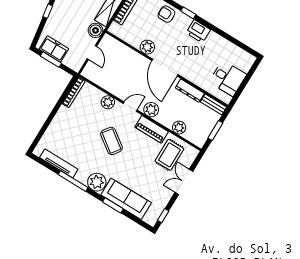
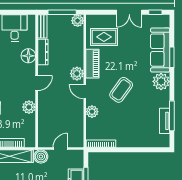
door: (165, 68) -> (37, 83), width x0.53
floor lamp: (195, 75) -> (28, 56), added
plant: (179, 128) -> (78, 21), moved
window: (215, 130) -> (62, 12), width x1.44
tv unit: (59, 163) -> (165, 121), width x0.71
window: (73, 181) -> (172, 116), moved
double door: (184, 182) -> (129, 12), moved

